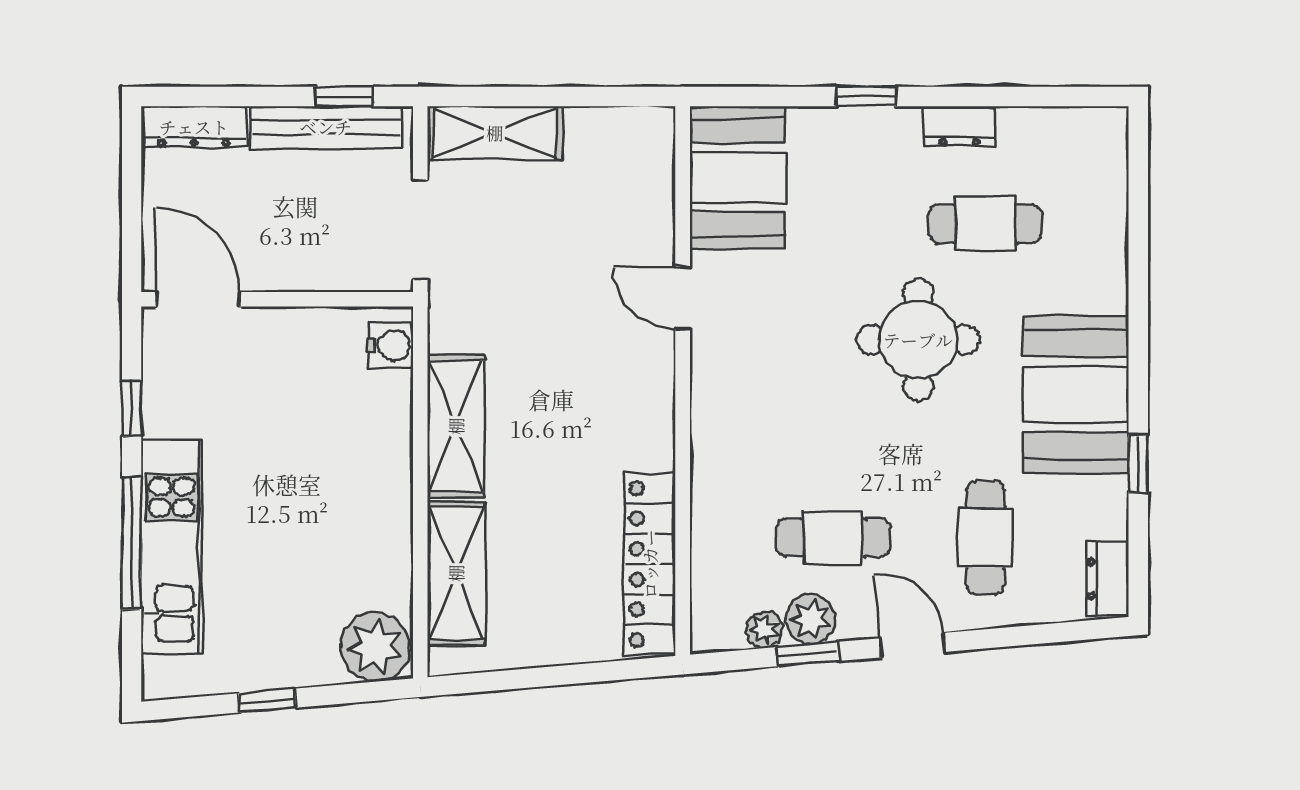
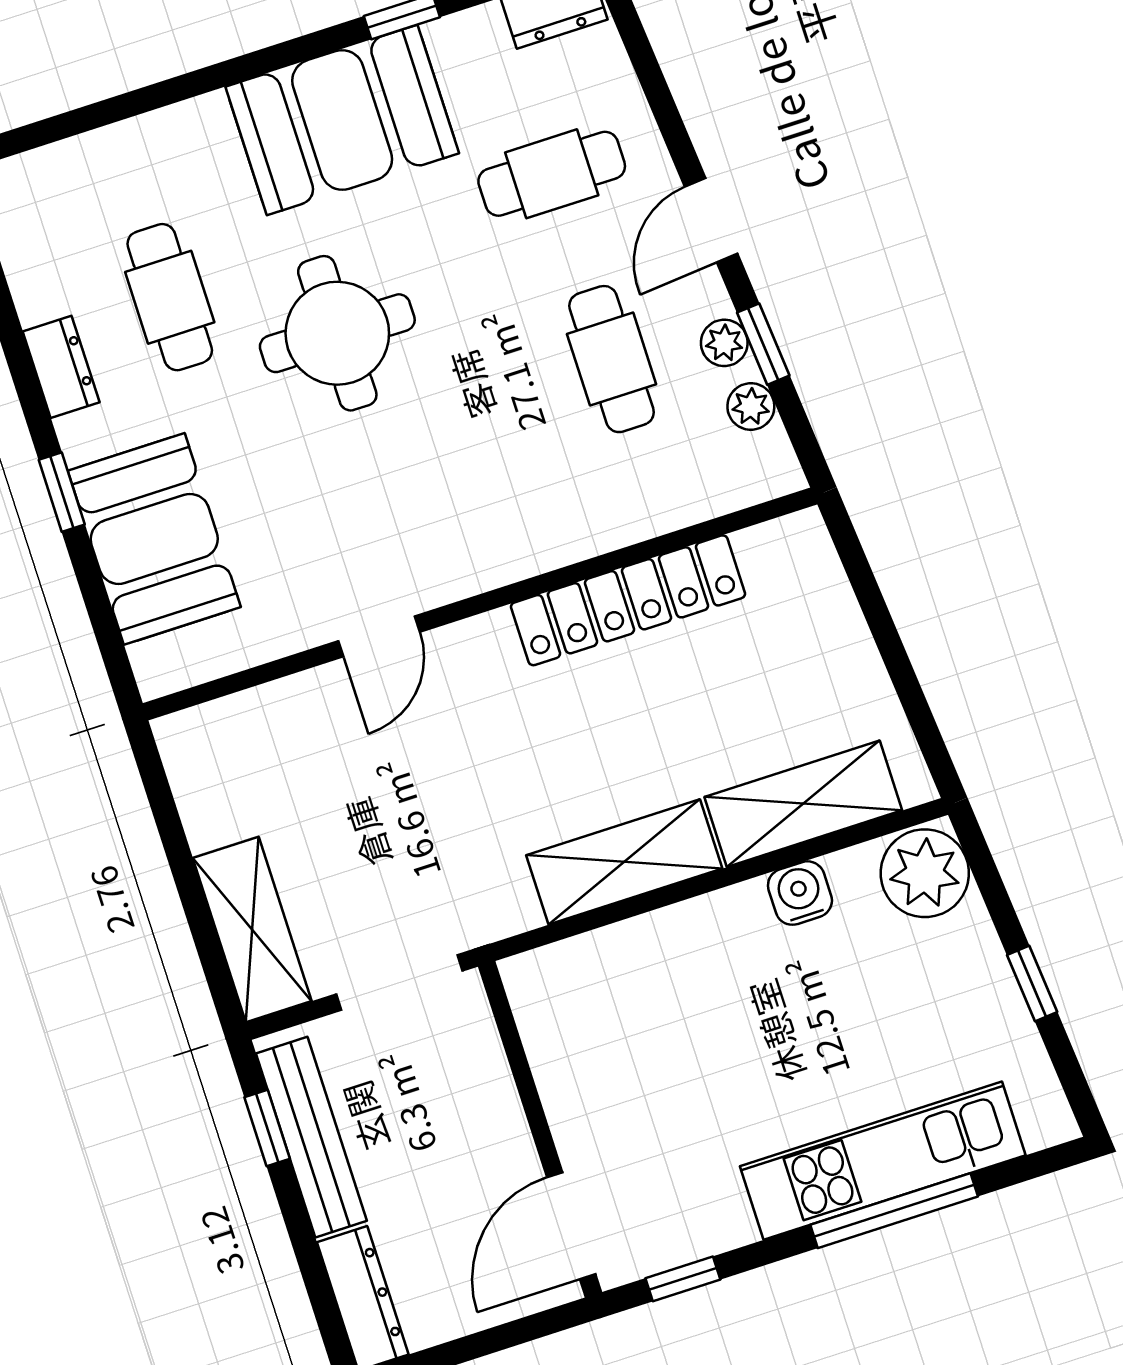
booth: (738, 178) -> (154, 539), moved, turned 90
water cooler: (390, 346) -> (800, 893), moved
window: (132, 409) -> (683, 1279), moved
locker: (650, 564) -> (628, 600), moved
plant: (811, 619) -> (724, 343), width x0.73, depth x0.73

